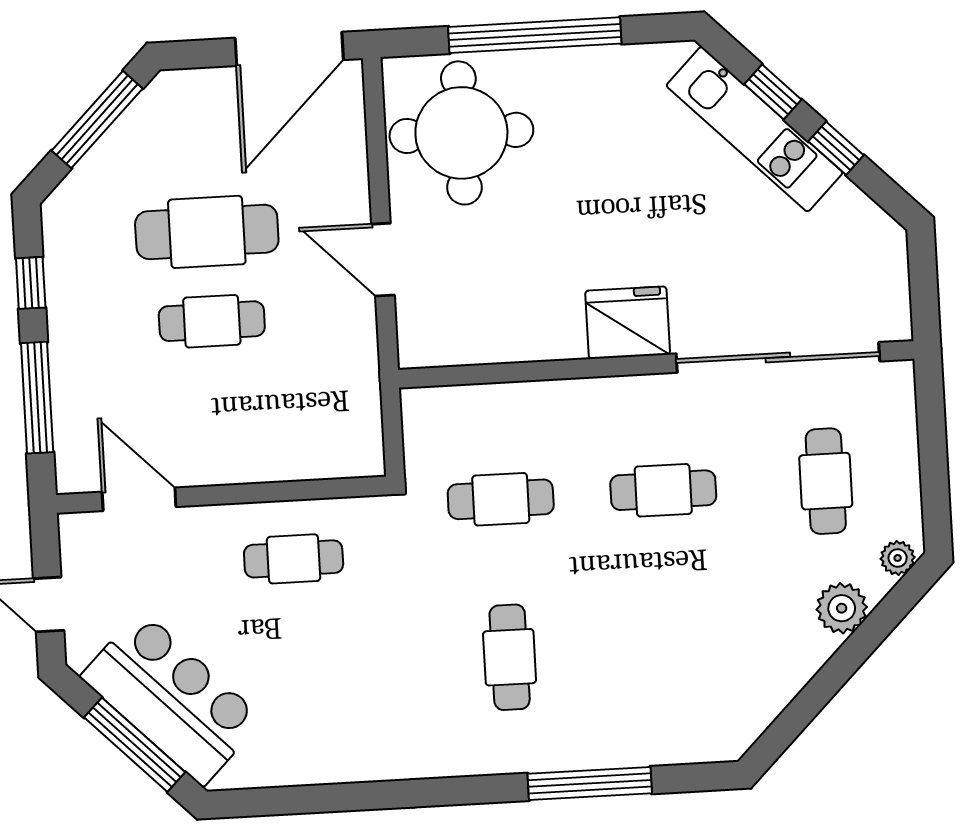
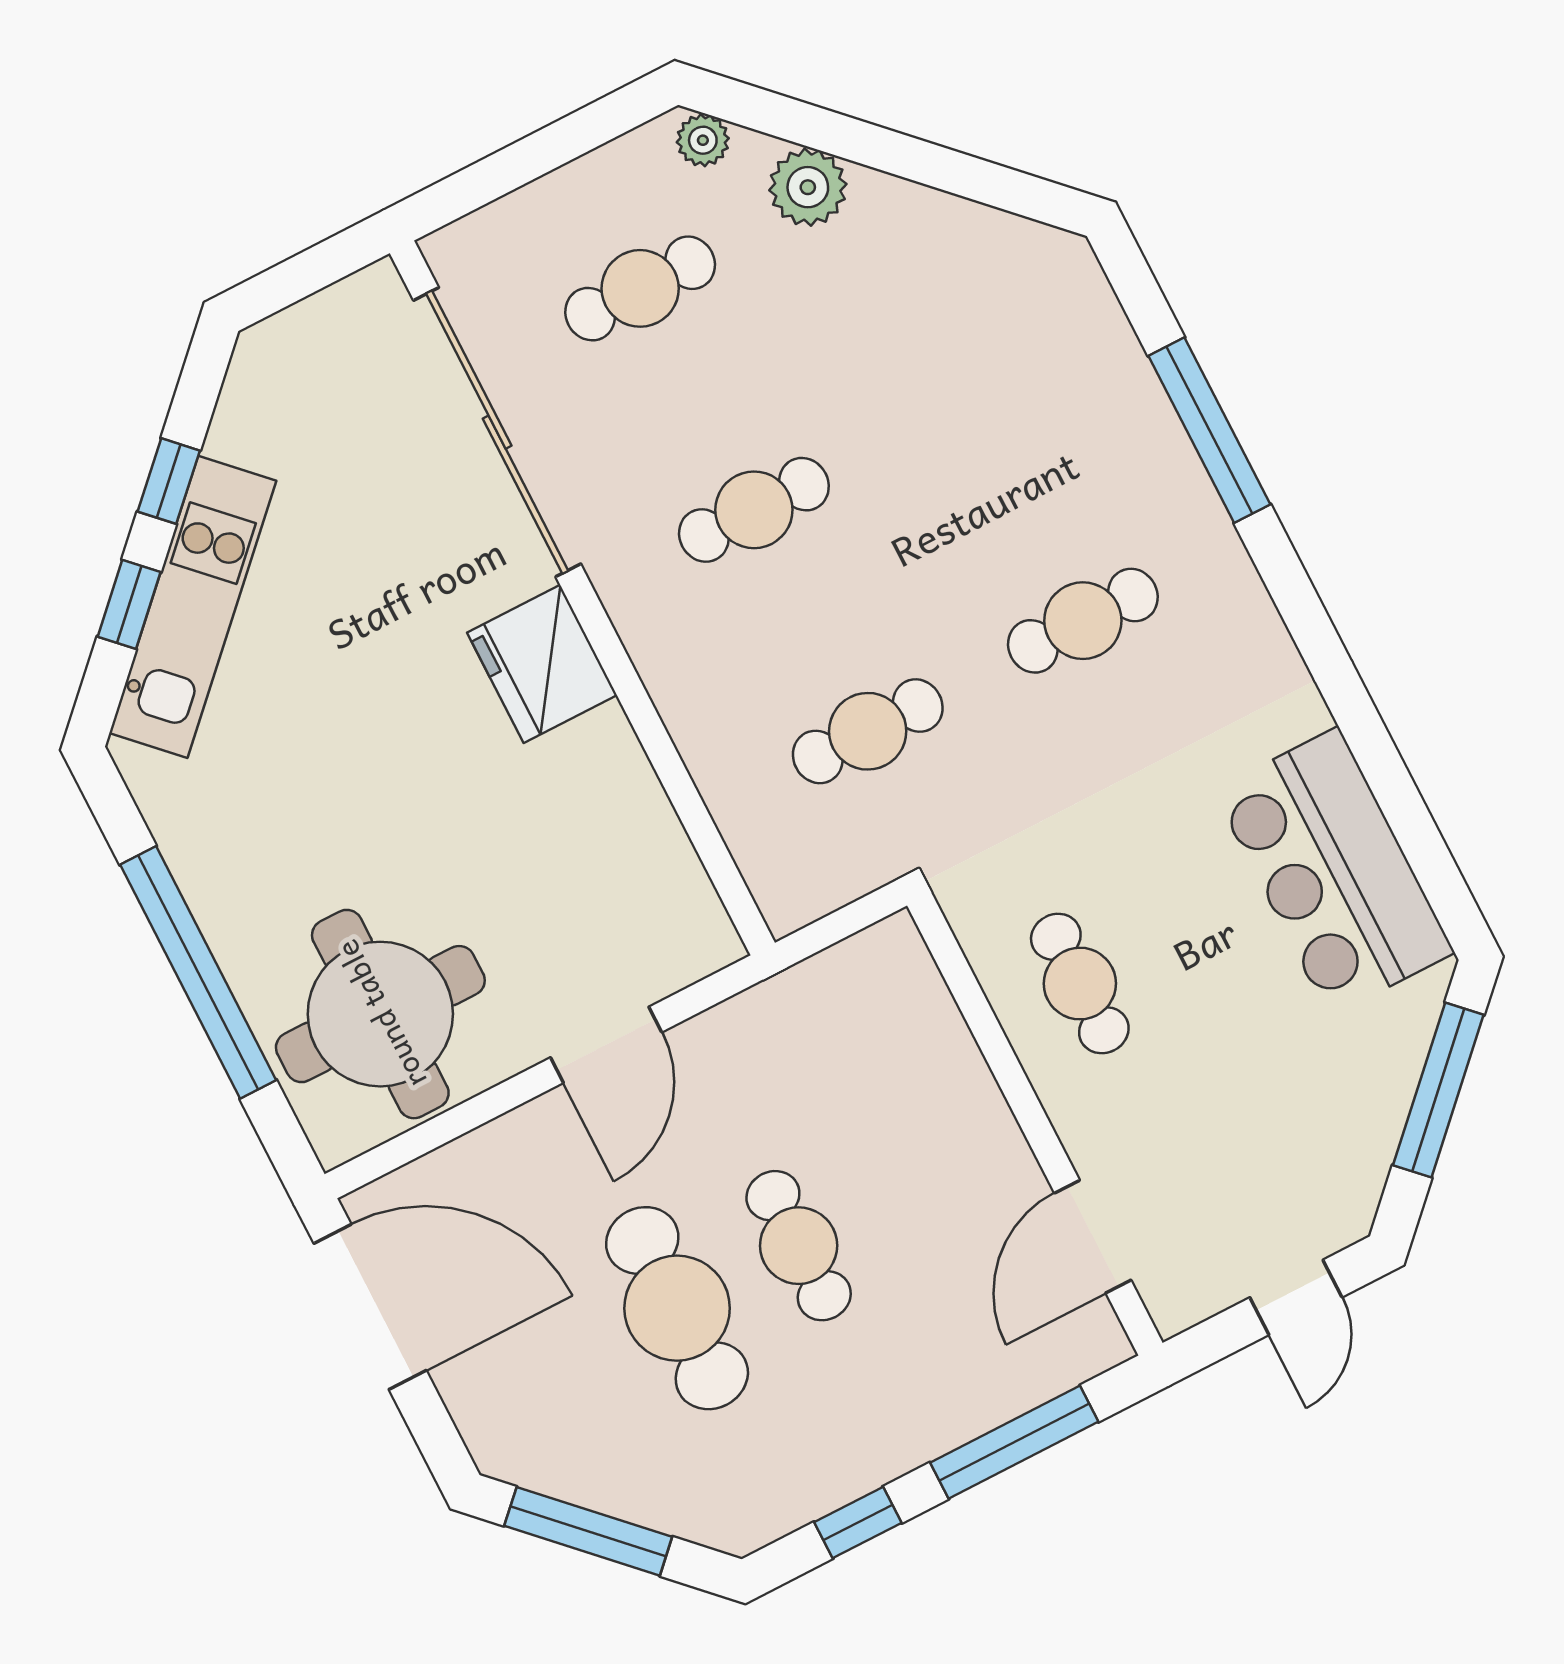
cafe table: (663, 490) -> (754, 510), turned 90
cafe table: (501, 499) -> (868, 731), turned 90
bar counter: (172, 698) -> (1334, 872), moved, turned -45

